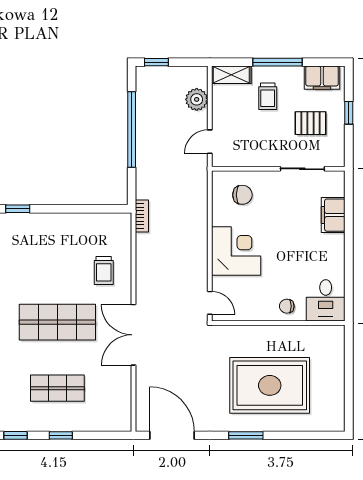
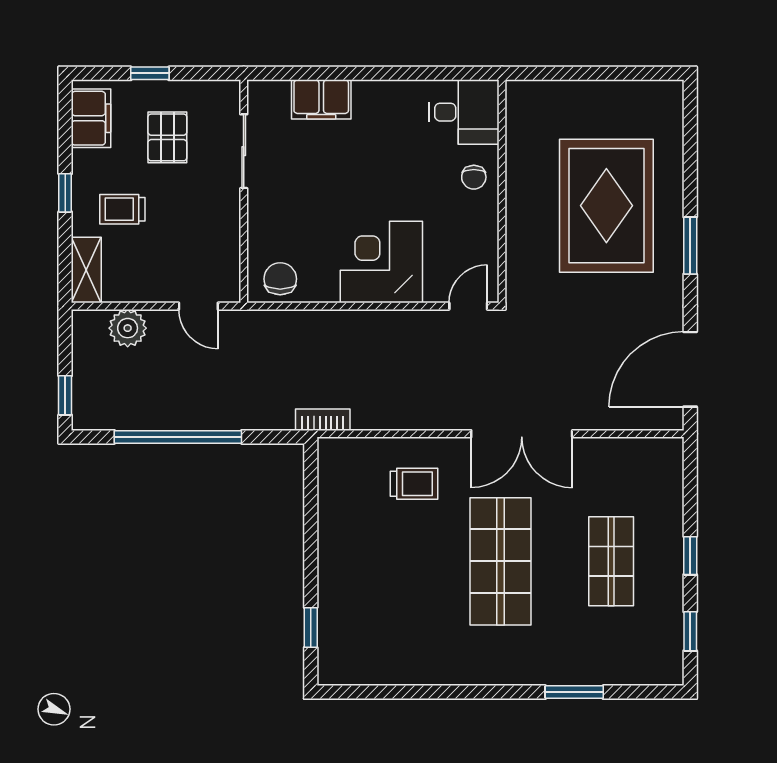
window: (277, 62) -> (65, 193), width x0.46
trolley: (268, 96) -> (122, 209), turned 180
chair: (242, 195) -> (280, 279), moved

